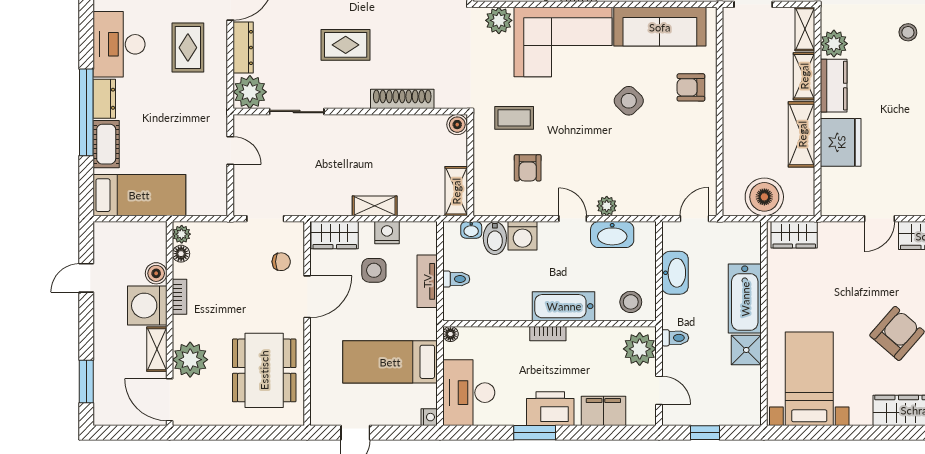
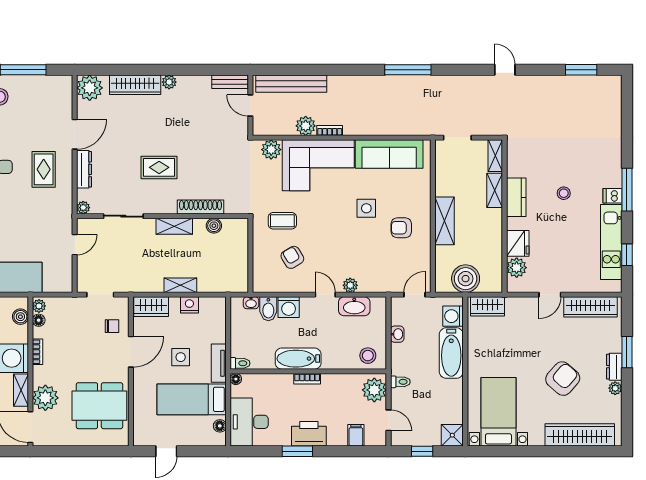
stool: (908, 32) -> (564, 193), moved
plant: (834, 44) -> (517, 268), moved
armchair: (691, 87) -> (401, 228), moved
plant: (250, 92) -> (83, 208), width x0.53, depth x0.53
side table: (629, 101) -> (366, 208), turned 45
boiler: (457, 125) -> (214, 226), moved
shelving: (802, 134) -> (445, 221), moved
fridge: (841, 142) -> (518, 243), width x0.73, depth x0.75
door: (230, 151) -> (75, 245), hinge flipped
armchair: (528, 168) -> (292, 257), turned 149
shelving: (456, 191) -> (174, 226), moved, turned 90
washing machine: (747, 248) -> (453, 316), added
side table: (374, 270) -> (181, 357), moved
boiler: (156, 273) -> (20, 317), moved
washbasin: (675, 273) -> (397, 334), width x0.52, depth x0.69
toilet: (456, 279) -> (240, 363), moved
tv unit: (427, 281) -> (219, 363), moved
bathtub: (564, 306) -> (298, 359), moved
shower: (746, 350) -> (452, 435), moved
dining table: (264, 370) -> (99, 406), turned 90
floor lamp: (429, 398) -> (220, 426), added
filing cabinet: (603, 411) -> (356, 435), width x0.50
nightstand: (429, 417) -> (220, 440), removed

